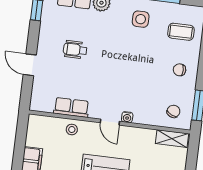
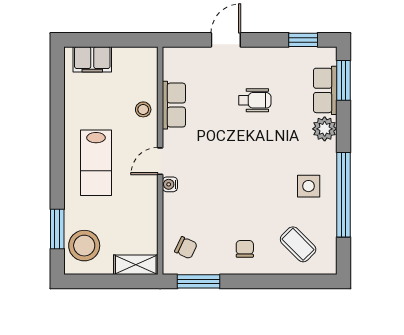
coffee table: (181, 32) -> (298, 244), turned -45
wheelchair: (75, 50) -> (255, 100), turned 90
shelving: (172, 139) -> (136, 265), moved, turned 90

